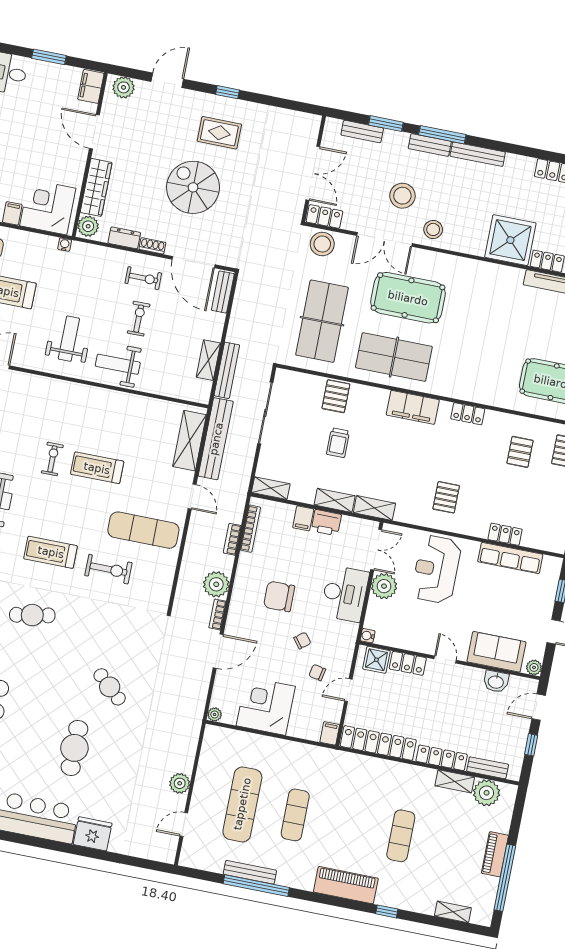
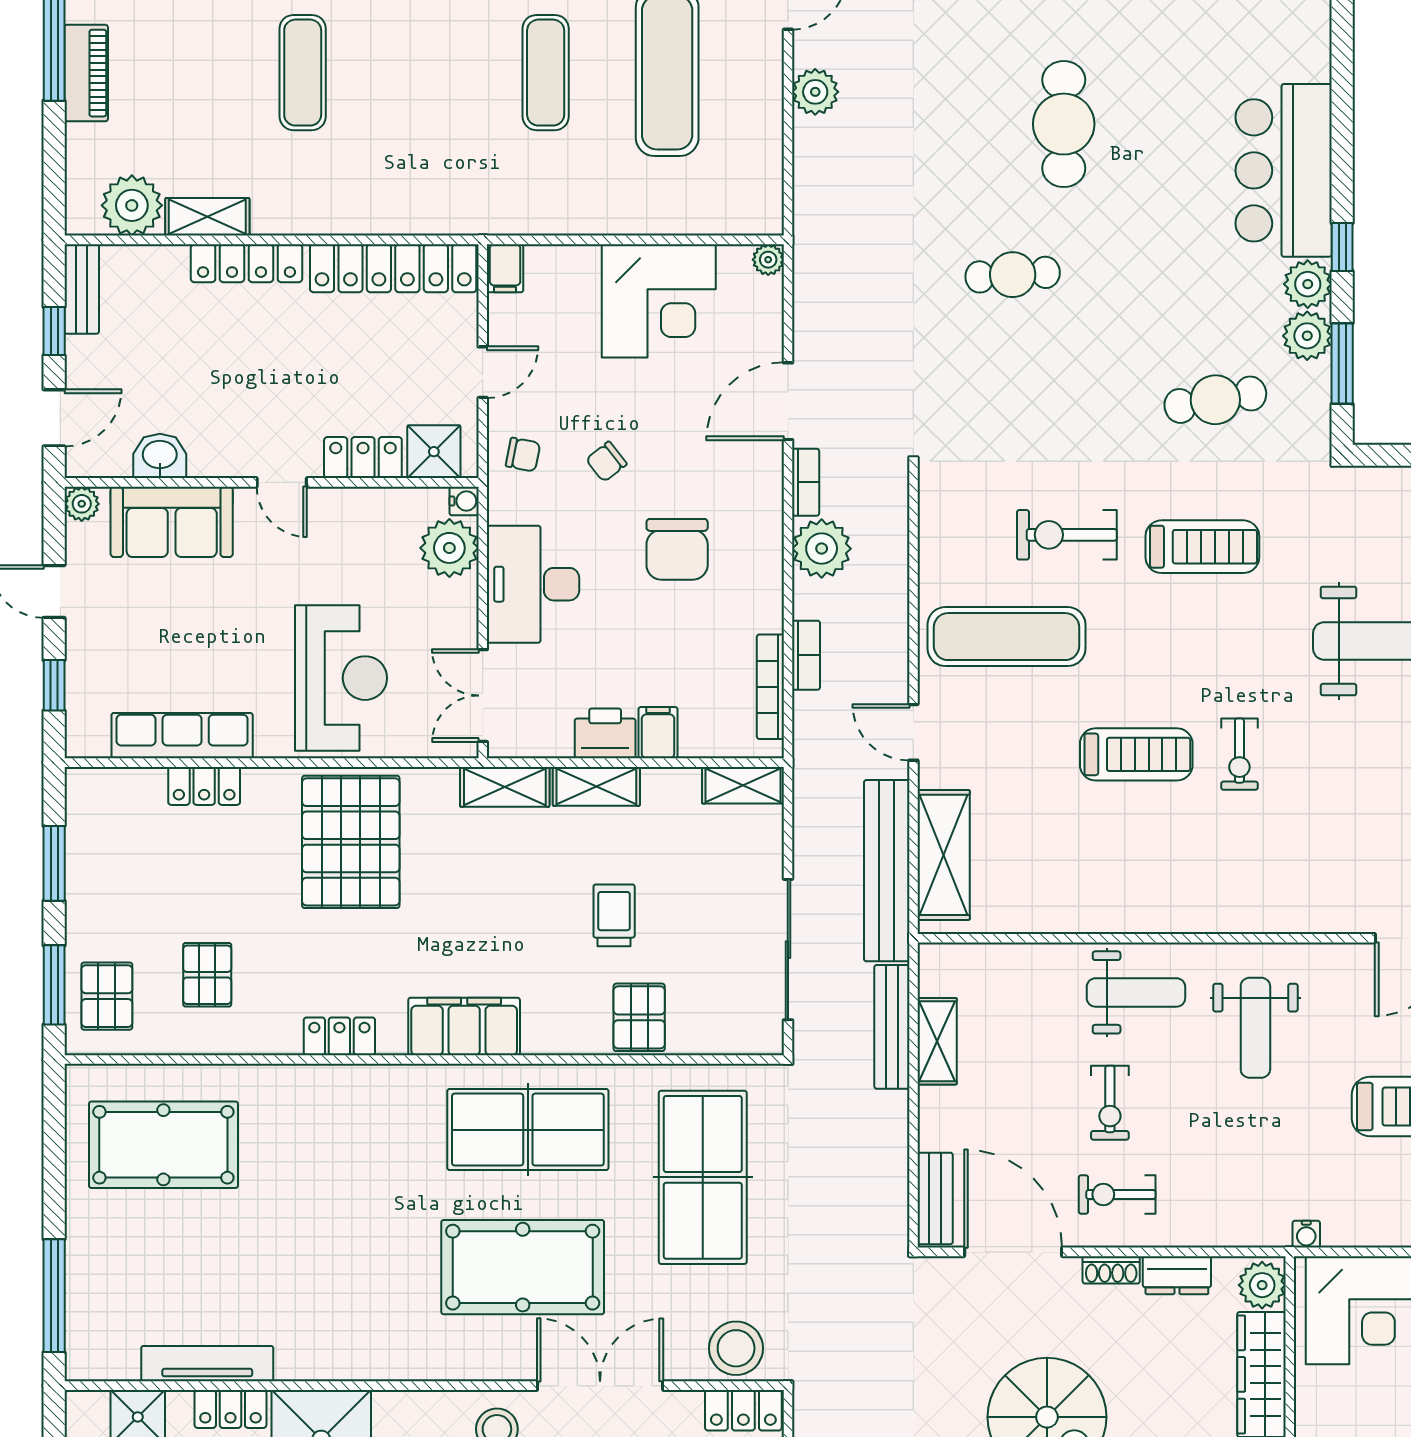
pallet: (446, 497) -> (351, 842), width x2.05, depth x2.00
plant: (384, 586) -> (449, 548), moved
chair: (279, 596) -> (677, 549), turned 90
chair: (317, 672) -> (523, 455), moved
cafe table: (110, 687) -> (1013, 275), turned -46
bench: (488, 768) -> (82, 289), moved, turned 90

